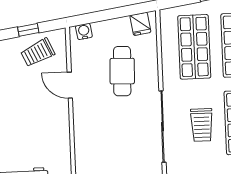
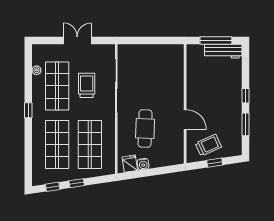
water cooler: (84, 31) -> (143, 164), moved

